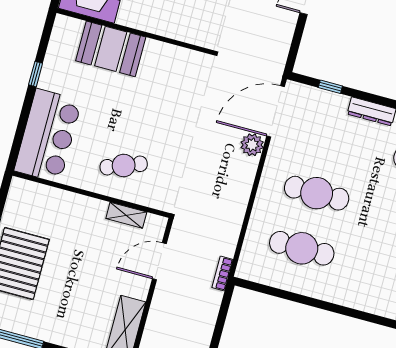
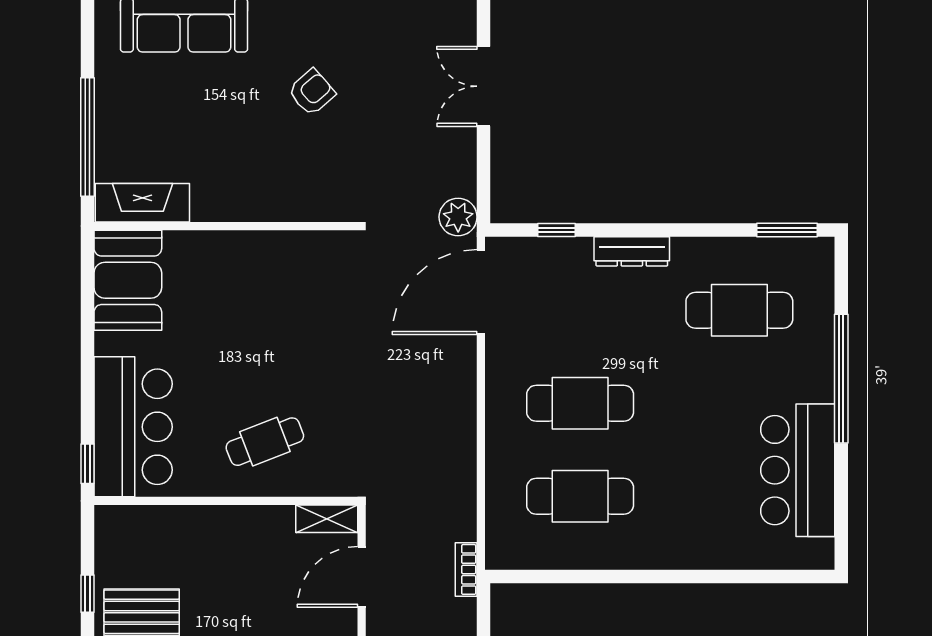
booth: (111, 49) -> (128, 280), moved, turned 90
window: (36, 74) -> (88, 464), moved
plant: (252, 145) -> (458, 217), moved
shelving: (126, 215) -> (327, 519), moved

